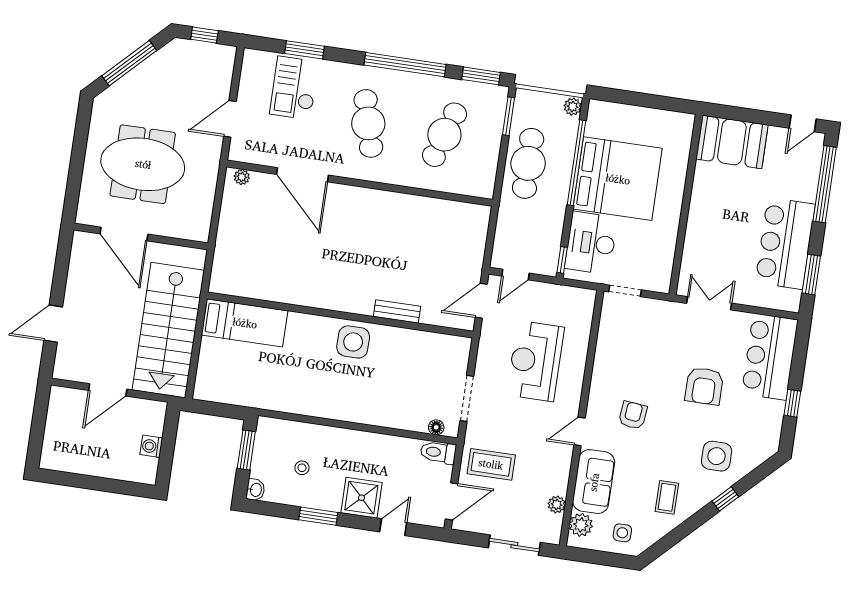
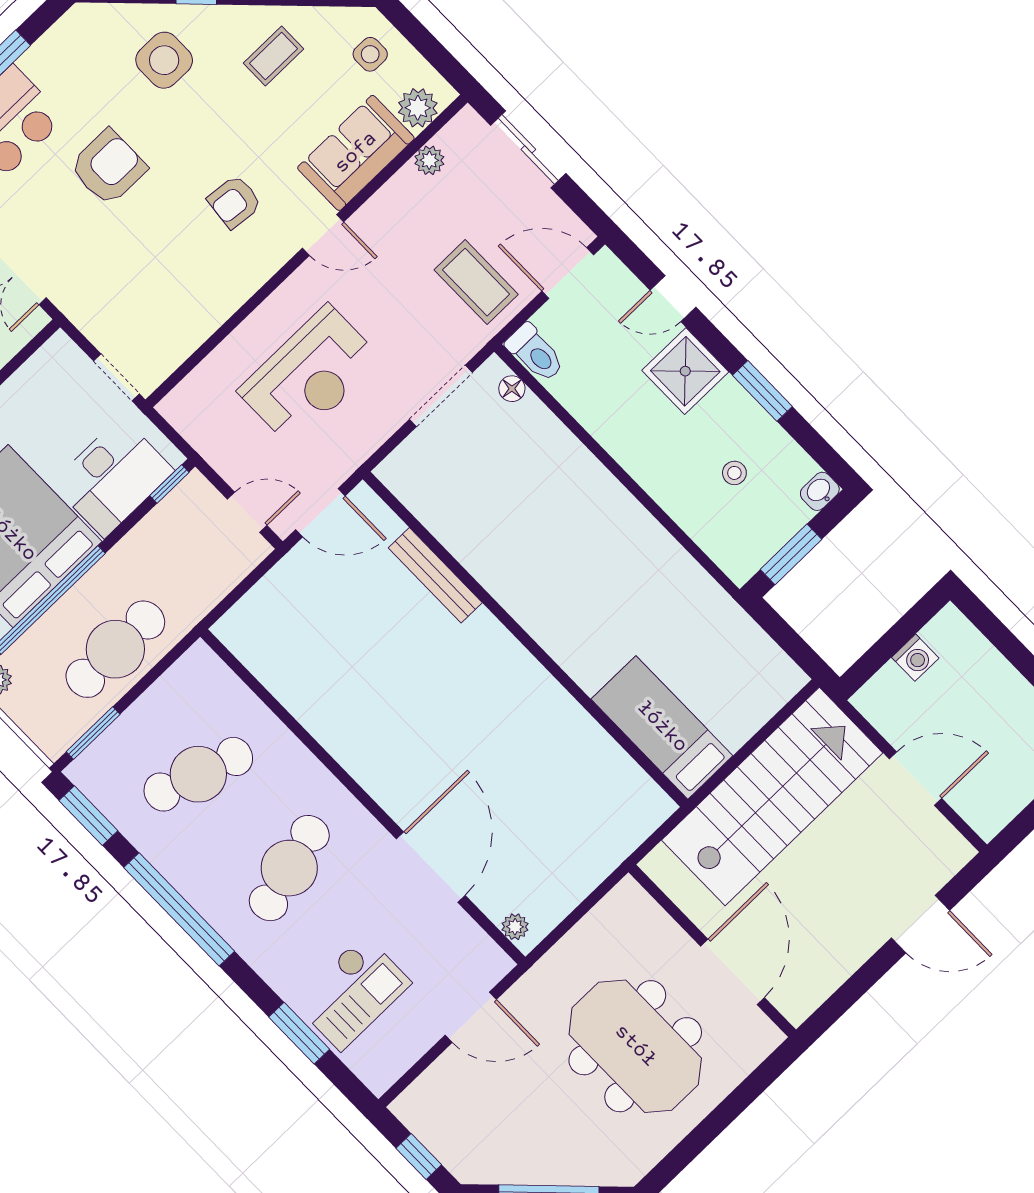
bench: (397, 311) -> (435, 575), width x1.36
side table: (353, 342) -> (536, 589), removed

